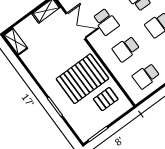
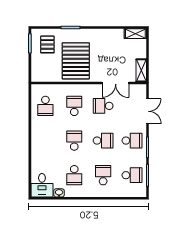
school desk: (146, 76) -> (45, 106), turned 180
pallet: (106, 99) -> (47, 44), moved

